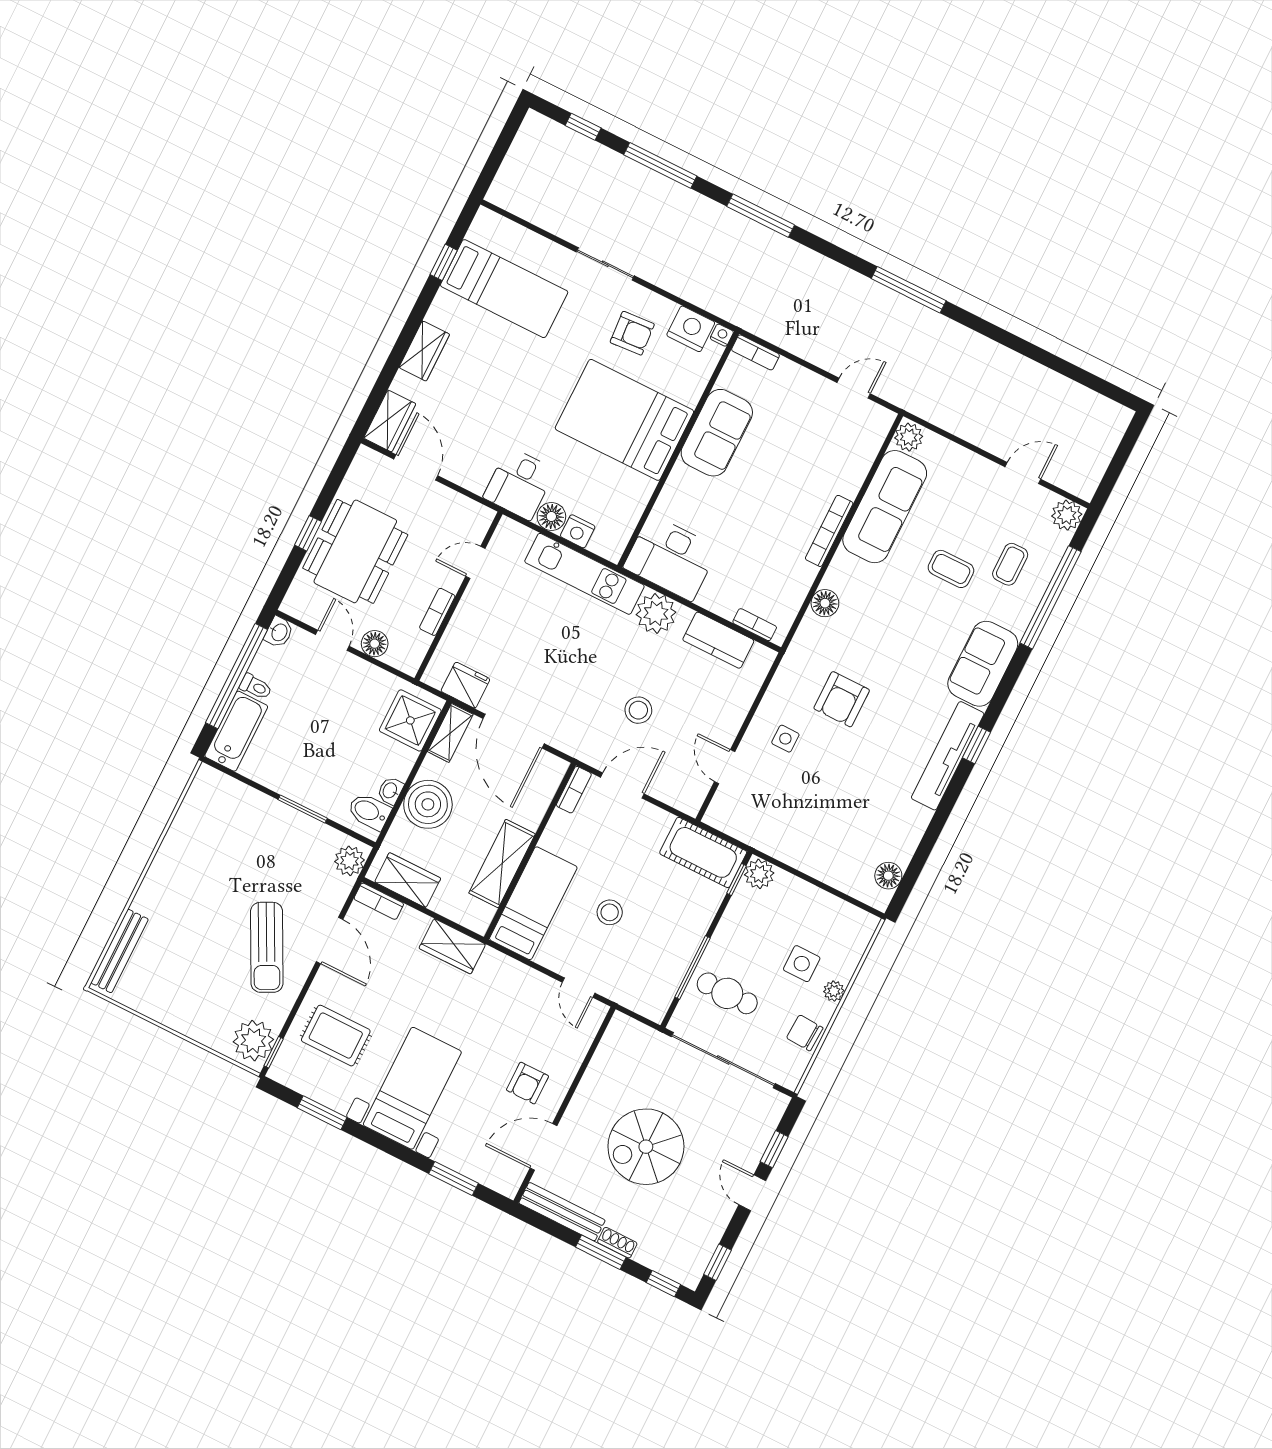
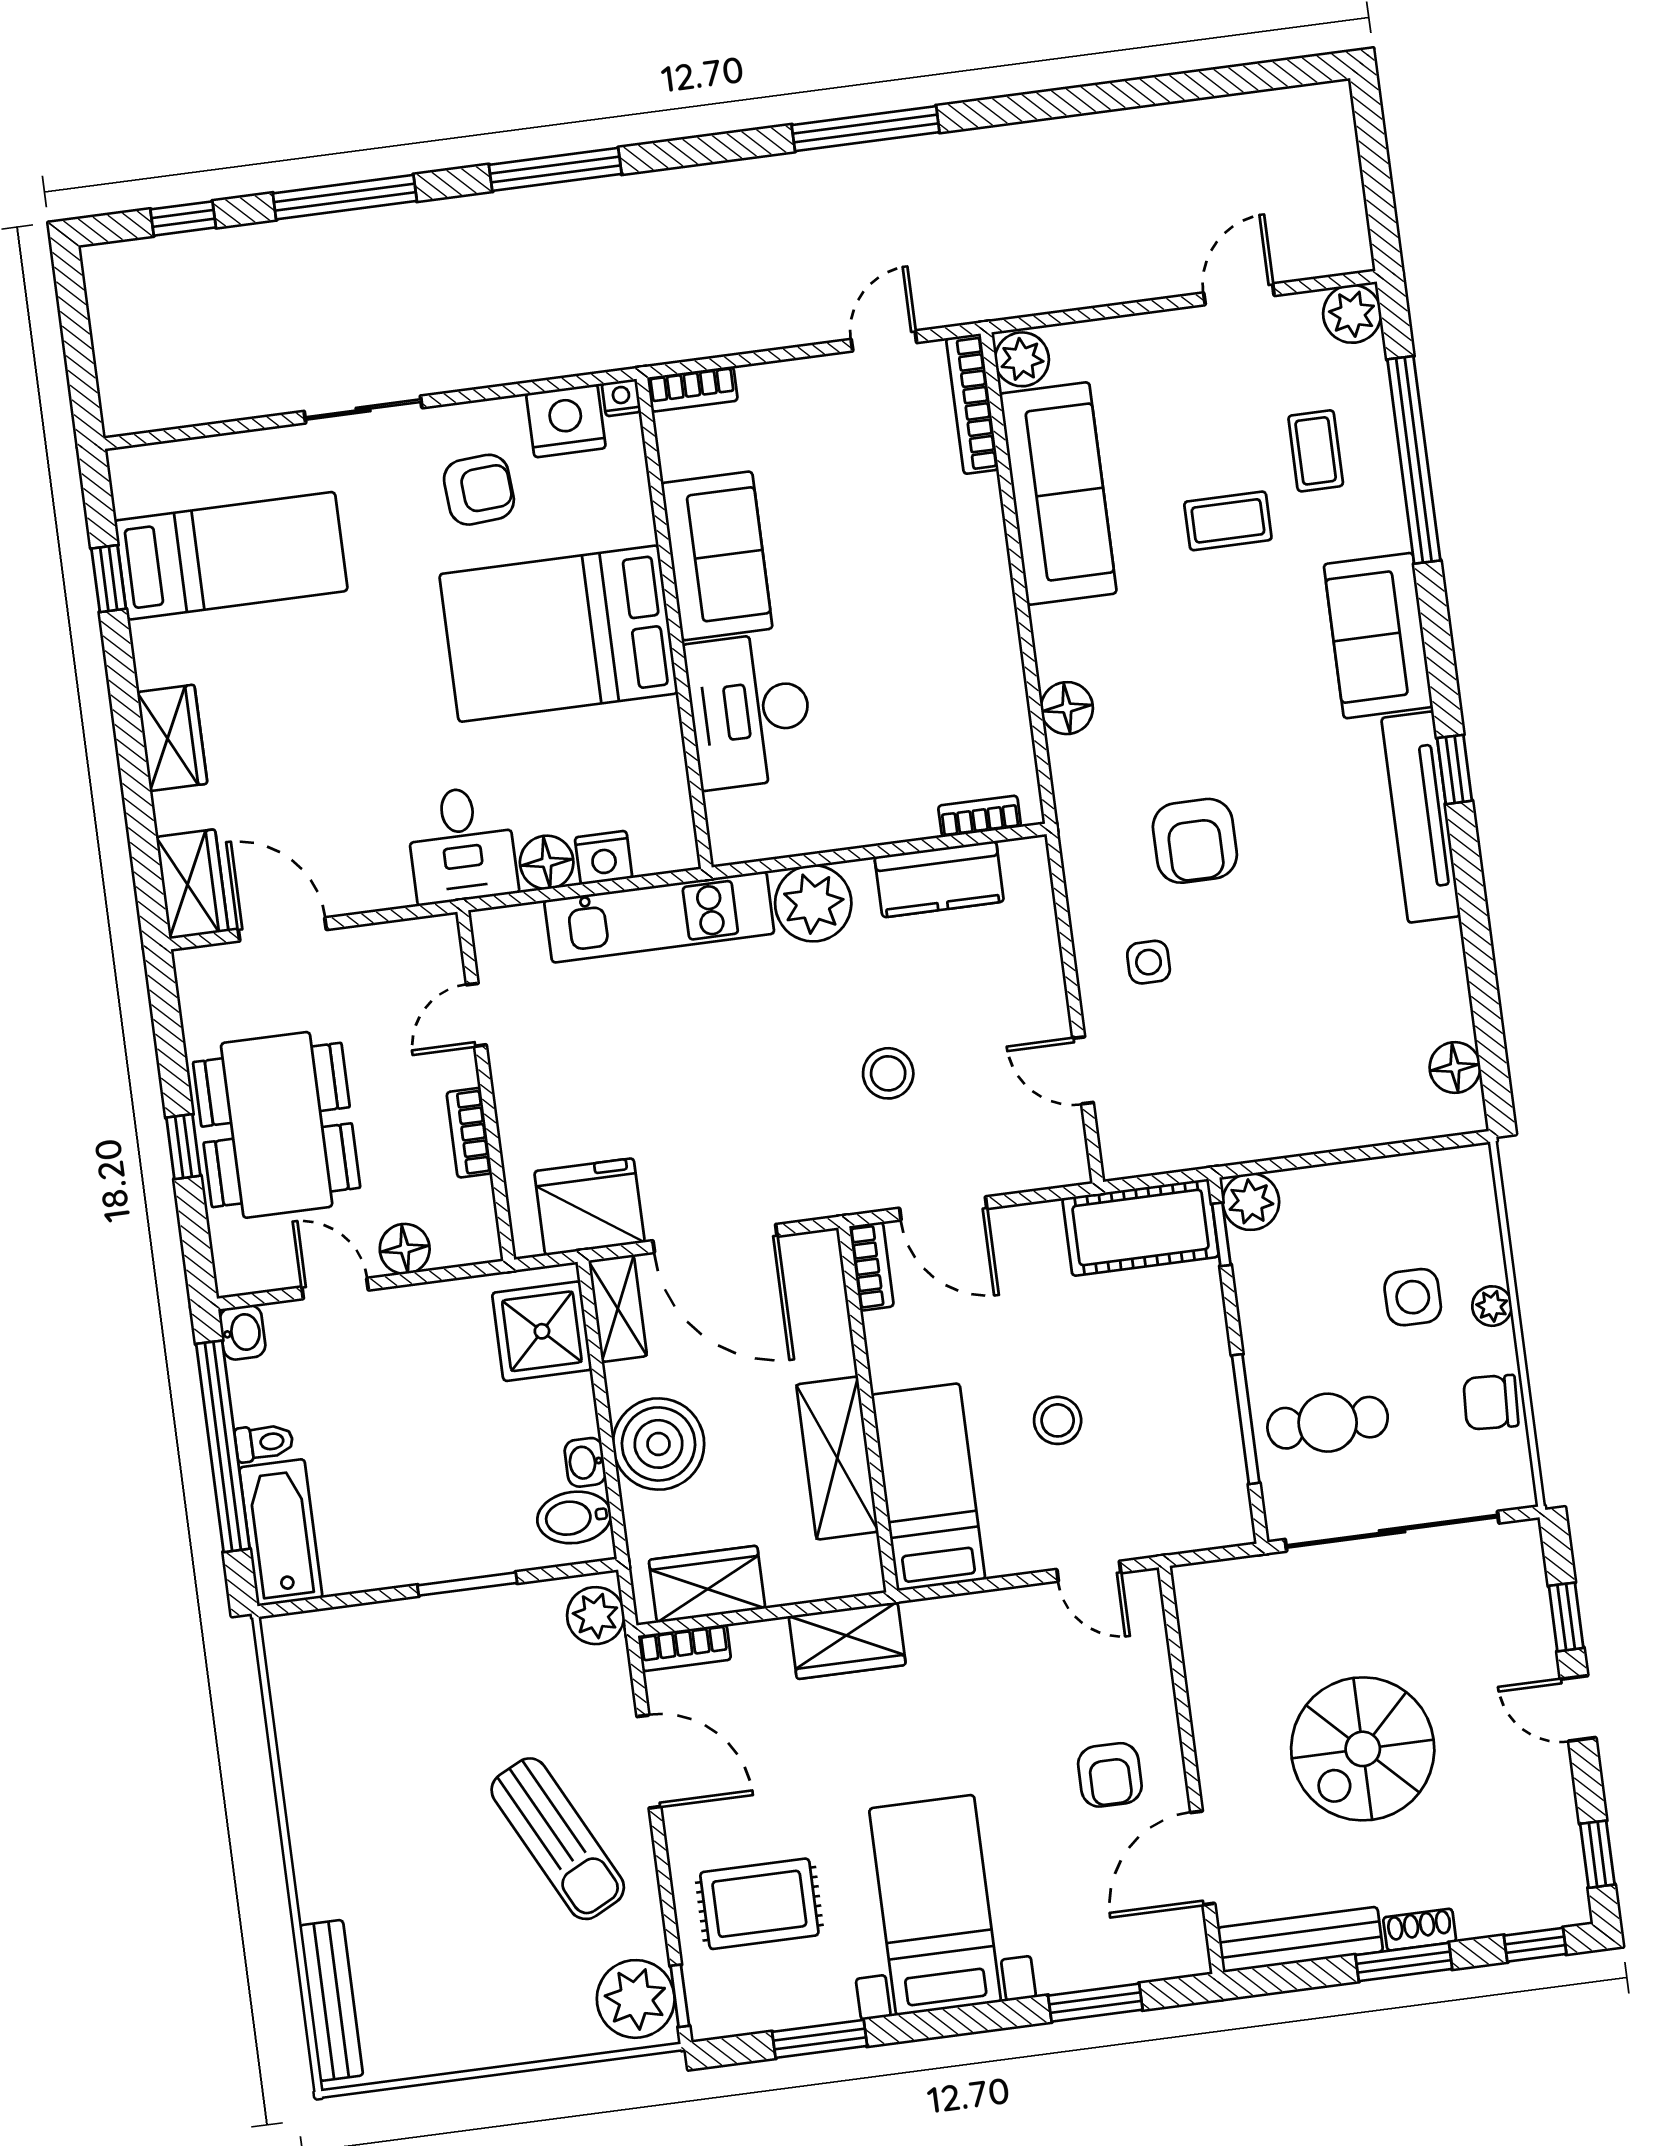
bookcase: (829, 531) -> (972, 404), moved
desk: (671, 558) -> (750, 711), moved, turned 90
fridge: (465, 685) -> (589, 1207), width x1.36, depth x1.34
door: (622, 786) -> (943, 1208), swing flipped

